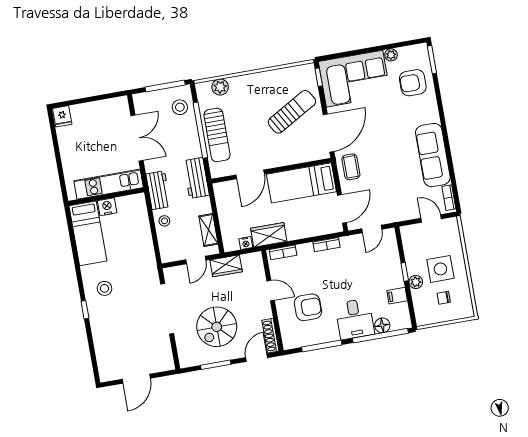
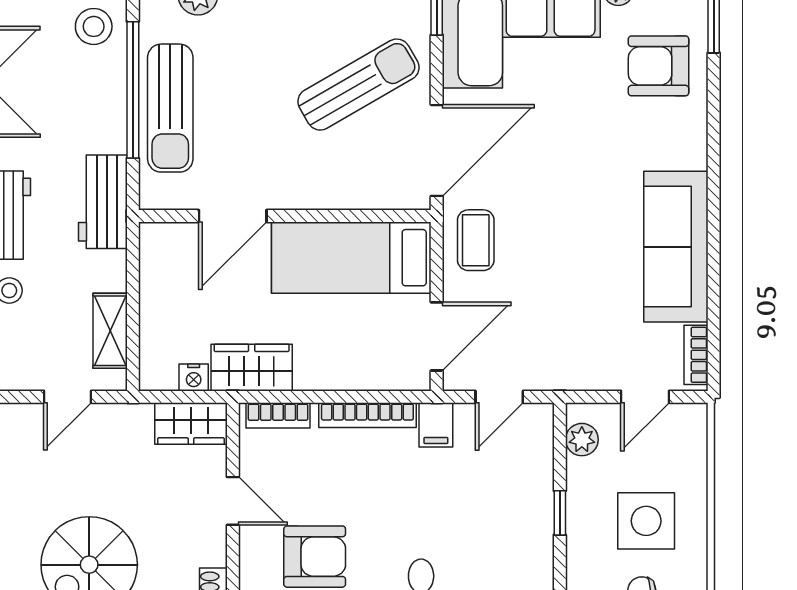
door: (431, 218) -> (645, 397), swing flipped
bookcase: (326, 245) -> (367, 415), width x1.56
wardrobe: (226, 266) -> (191, 423), moved
plant: (416, 282) -> (582, 440), moved
filing cabinet: (397, 296) -> (436, 425), moved, turned -90

